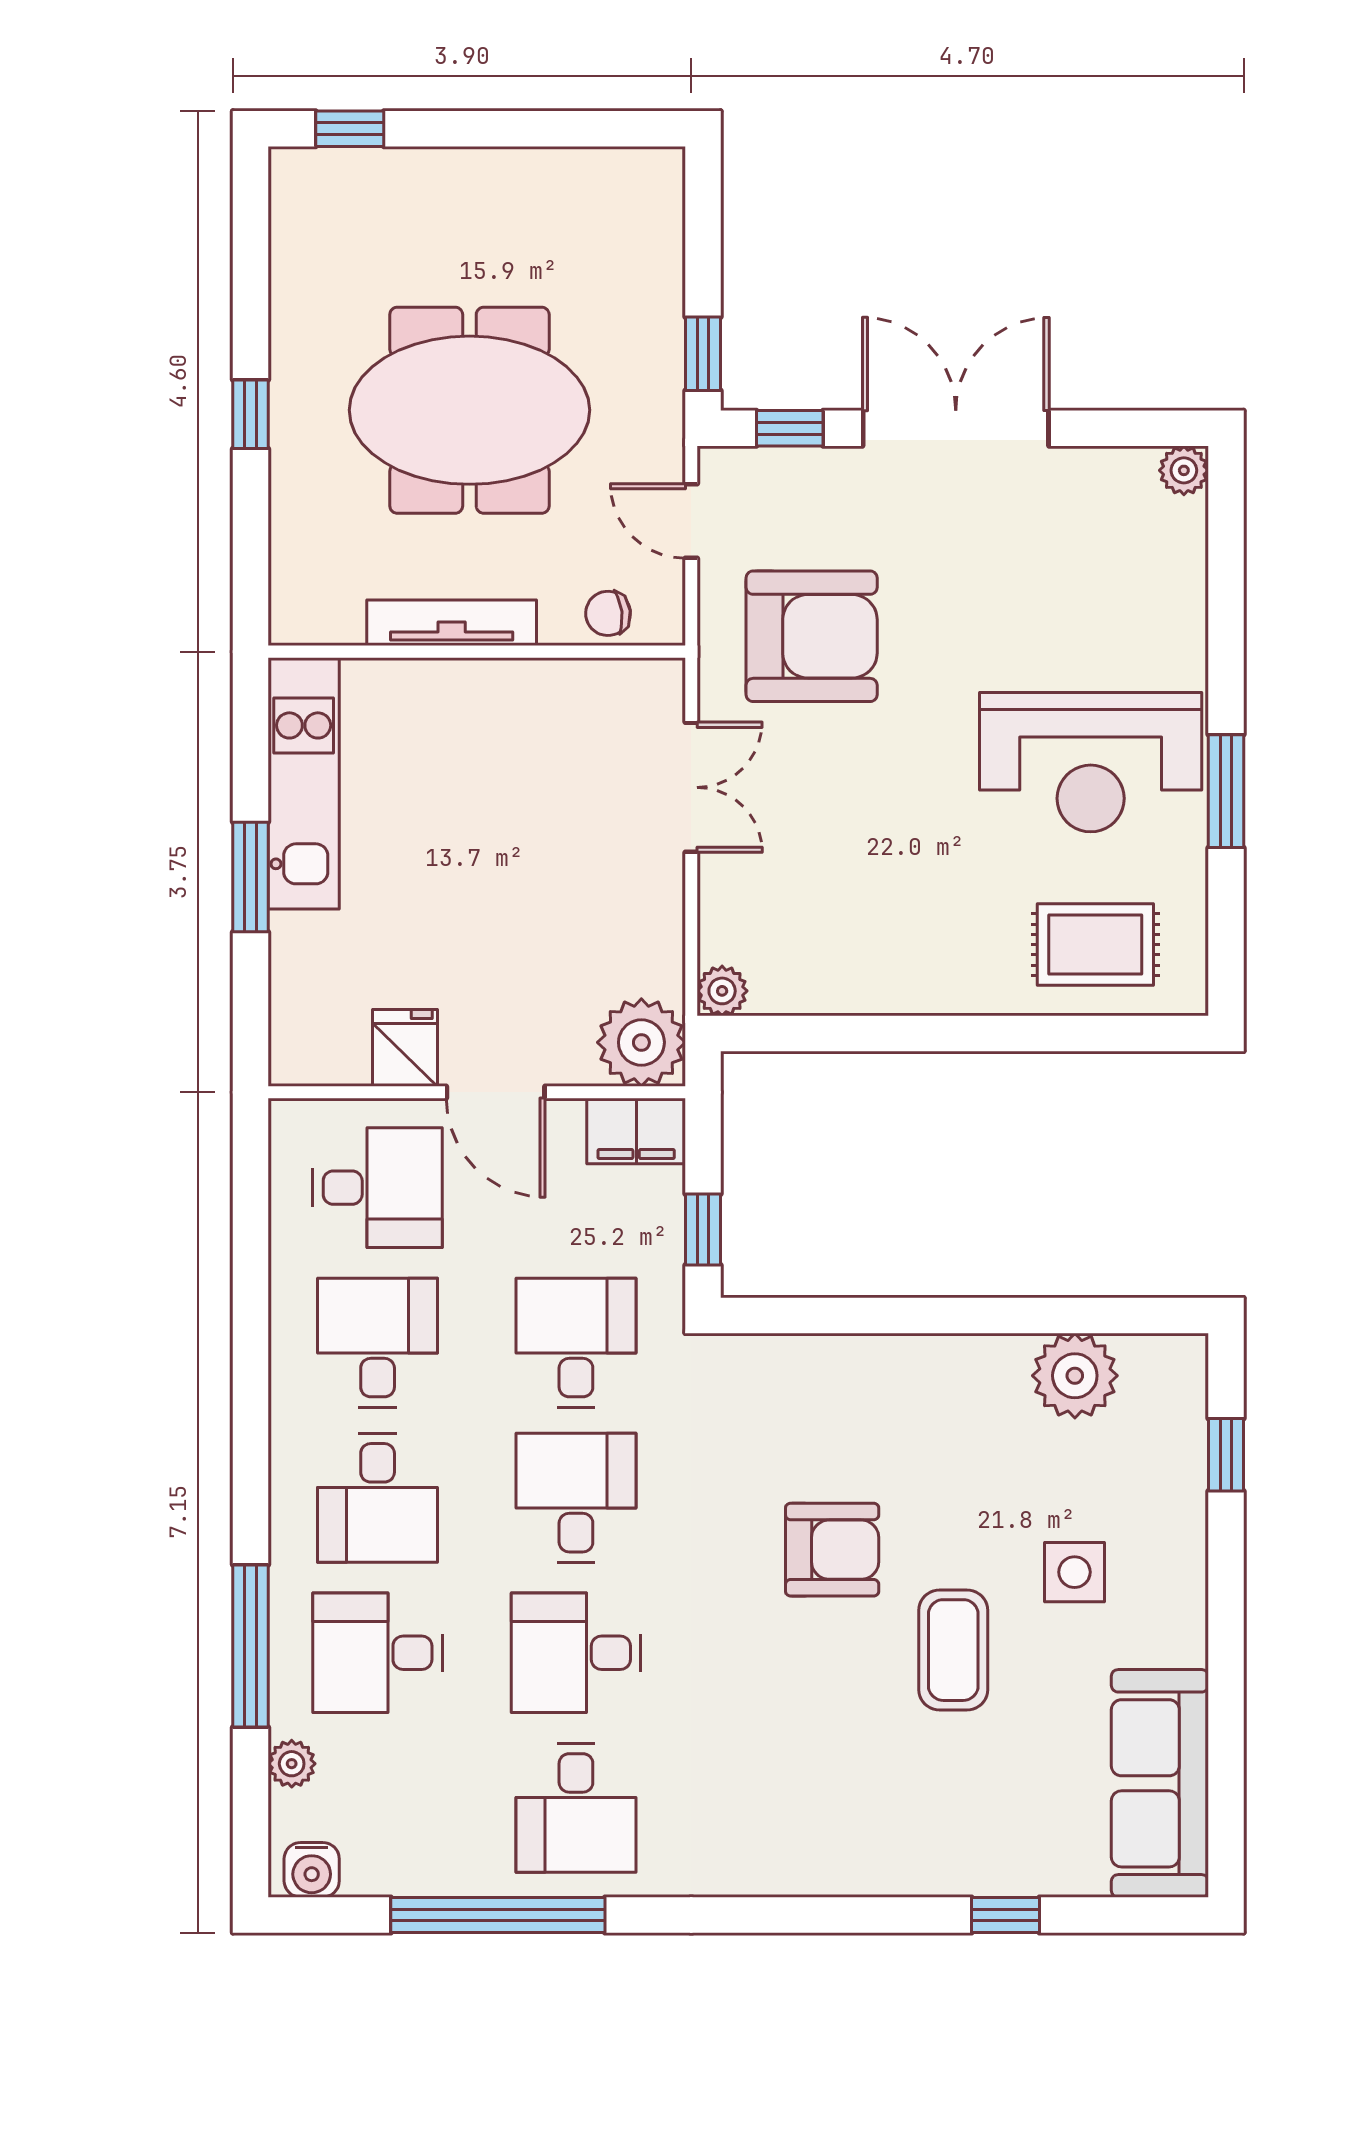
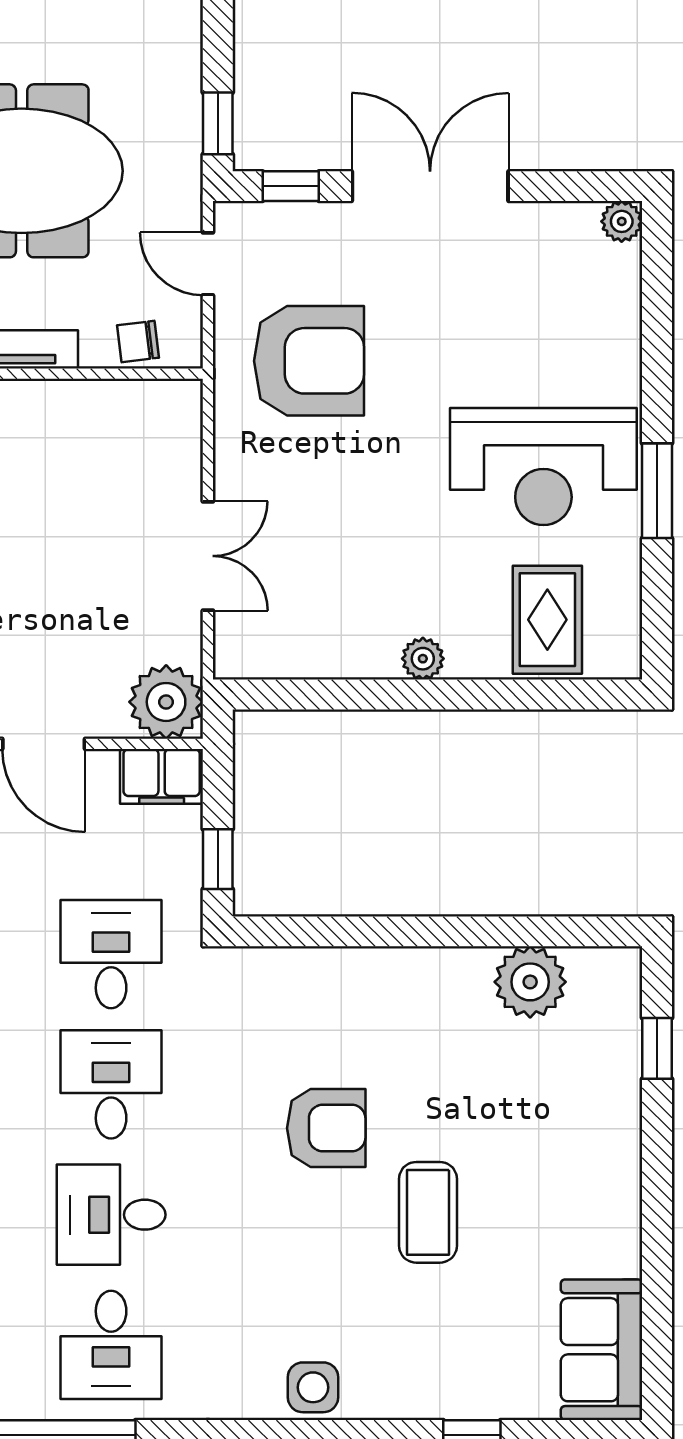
double door: (691, 787) -> (208, 556), moved
rug: (1095, 945) -> (547, 620), turned 90
plant: (722, 991) -> (423, 659), moved
side table: (1074, 1572) -> (313, 1387), moved
sofa: (1160, 1783) -> (602, 1350), width x0.73

